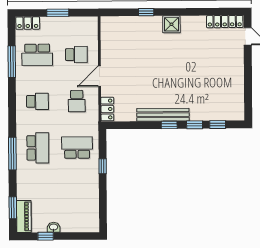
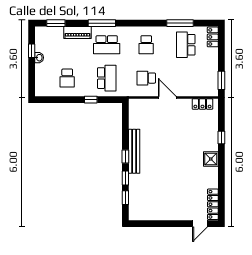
window: (58, 13) -> (221, 80), moved
school desk: (76, 55) -> (67, 78), moved
locker: (107, 109) -> (202, 104), moved
piano: (24, 216) -> (78, 32), moved

